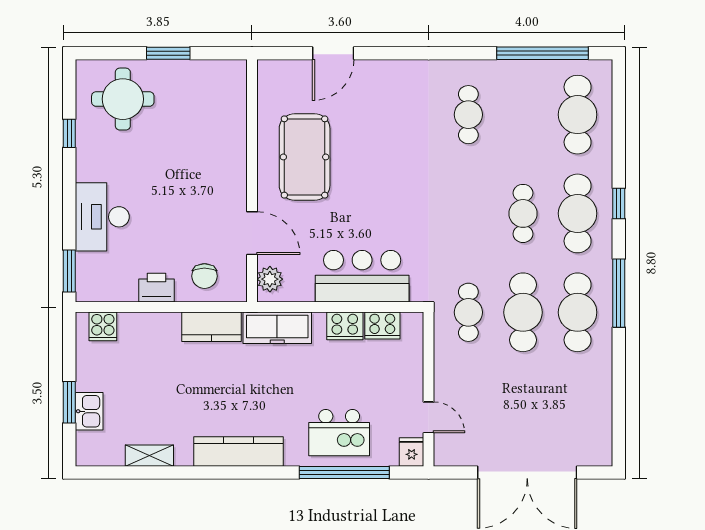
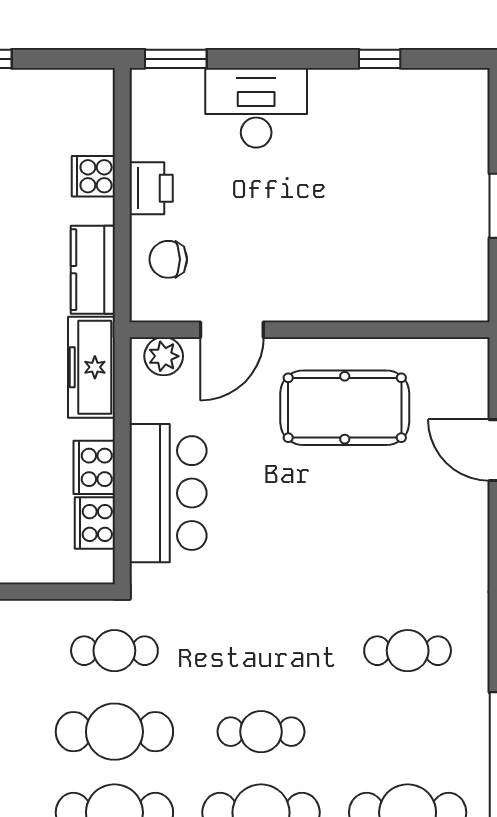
round table: (123, 99) -> (431, 138), removed
cooker: (103, 326) -> (93, 176), moved

